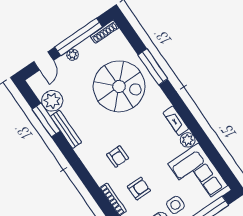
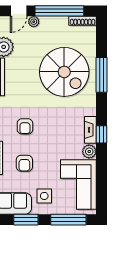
plant: (73, 55) -> (34, 22), moved
window: (188, 118) -> (101, 134), added
armchair: (139, 189) -> (24, 163), turned 90

